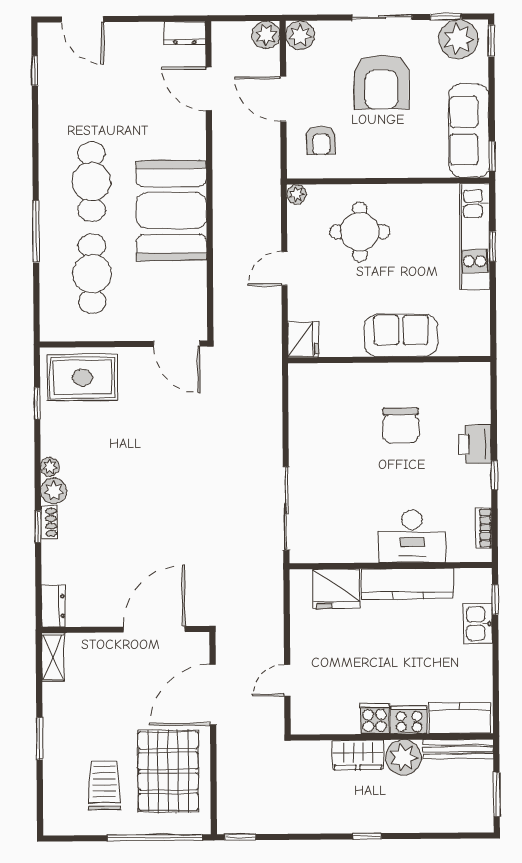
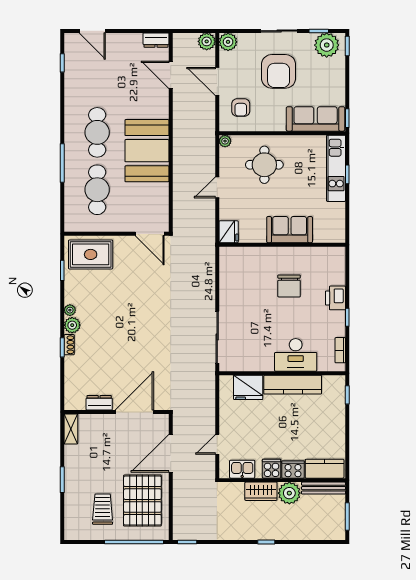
sofa: (469, 131) -> (316, 119), moved, turned 90
dresser: (53, 606) -> (99, 403), moved, turned -90
kitchen sink: (478, 624) -> (242, 469), moved, turned 90

